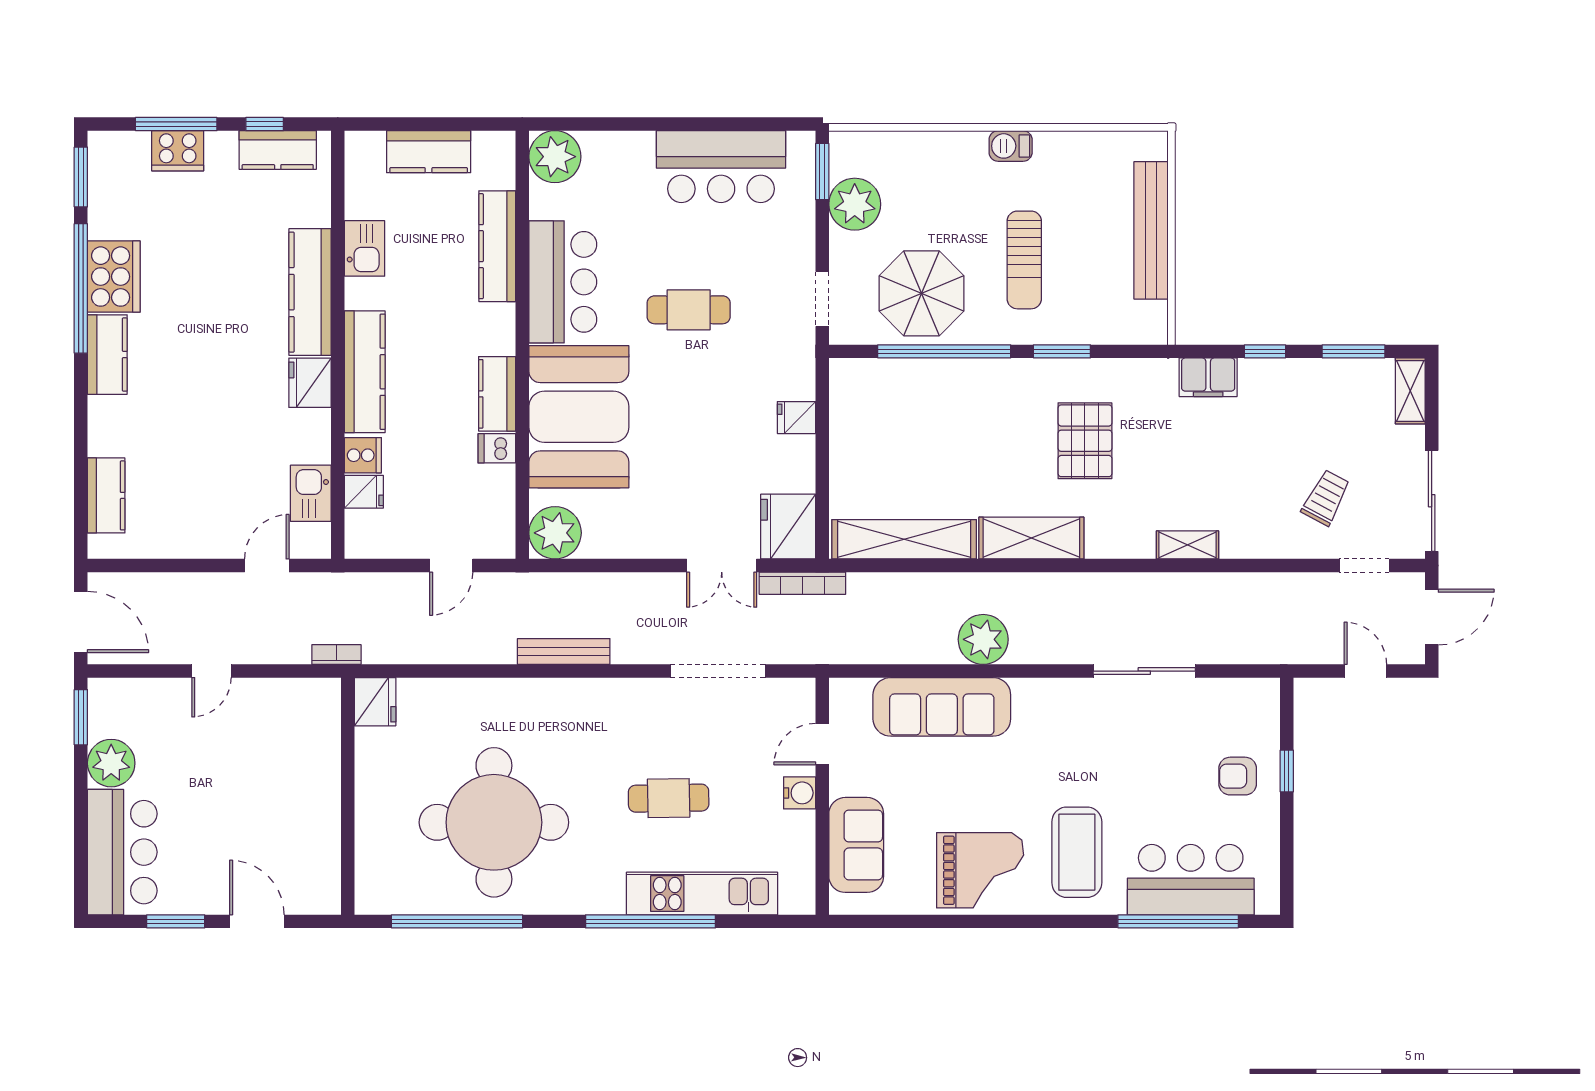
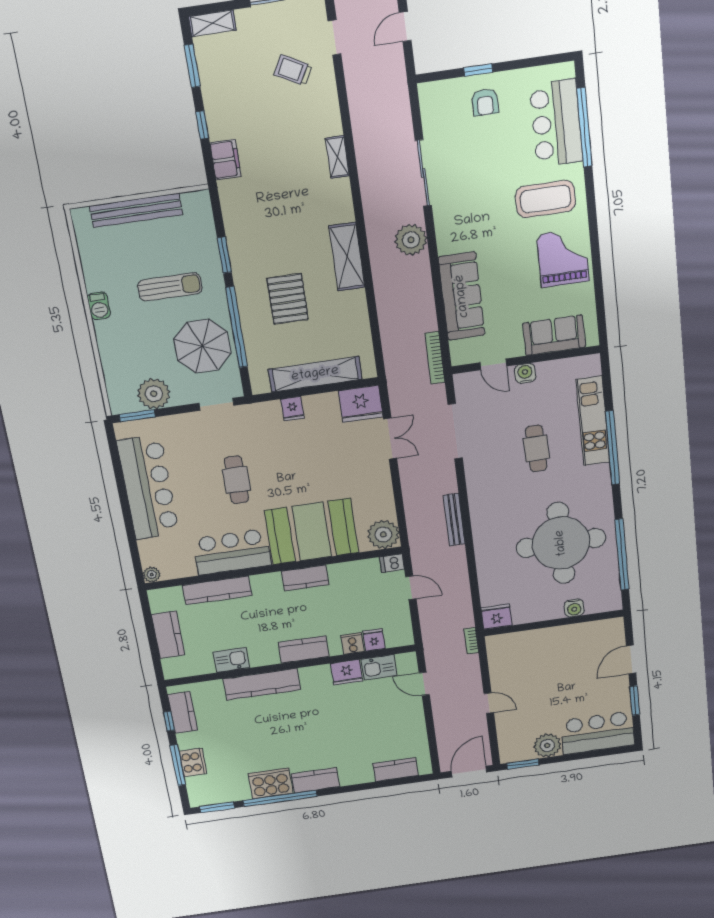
plant: (555, 157) -> (152, 575), width x0.53, depth x0.53
bar counter: (721, 167) -> (148, 487), width x1.36
kitchen counter: (365, 372) -> (304, 650), width x0.67
fridge: (310, 383) -> (347, 672), moved
pallet: (1085, 441) -> (288, 299), moved, turned 90
dishwasher: (497, 448) -> (392, 563), moved, turned 90
shelving: (904, 539) -> (315, 374), moved, turned 90
bookcase: (802, 583) -> (435, 358), moved, turned 180
plant: (983, 639) -> (411, 240), moved
water cooler: (370, 833) -> (574, 608), added

